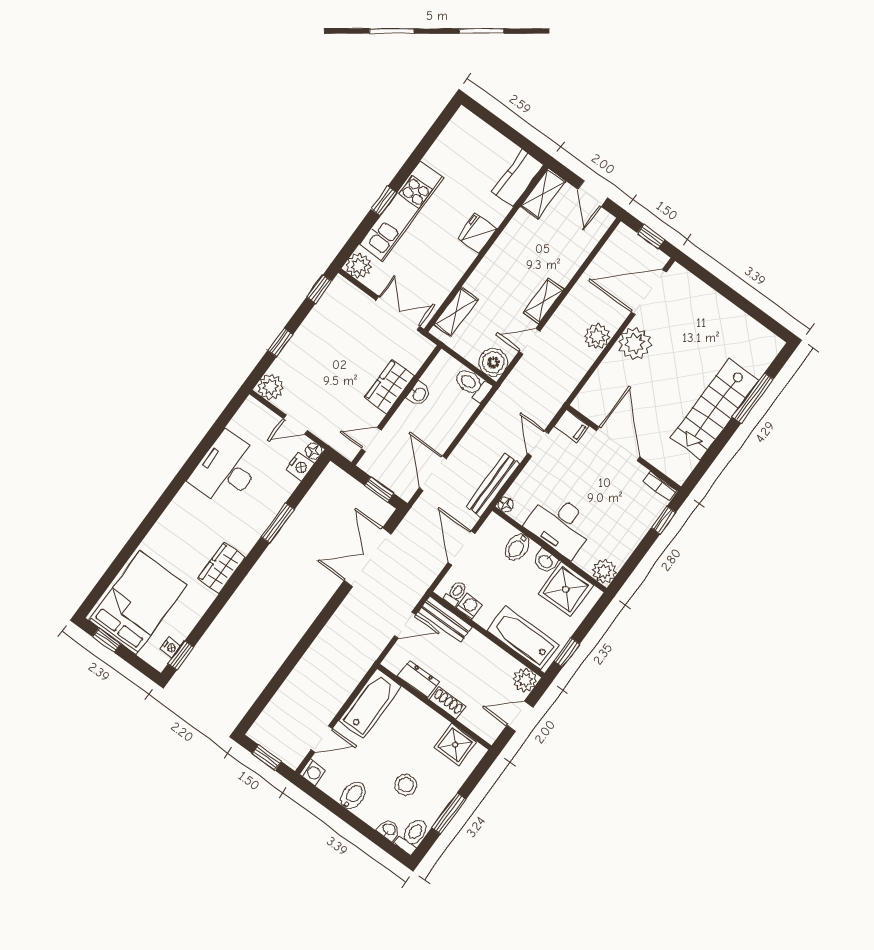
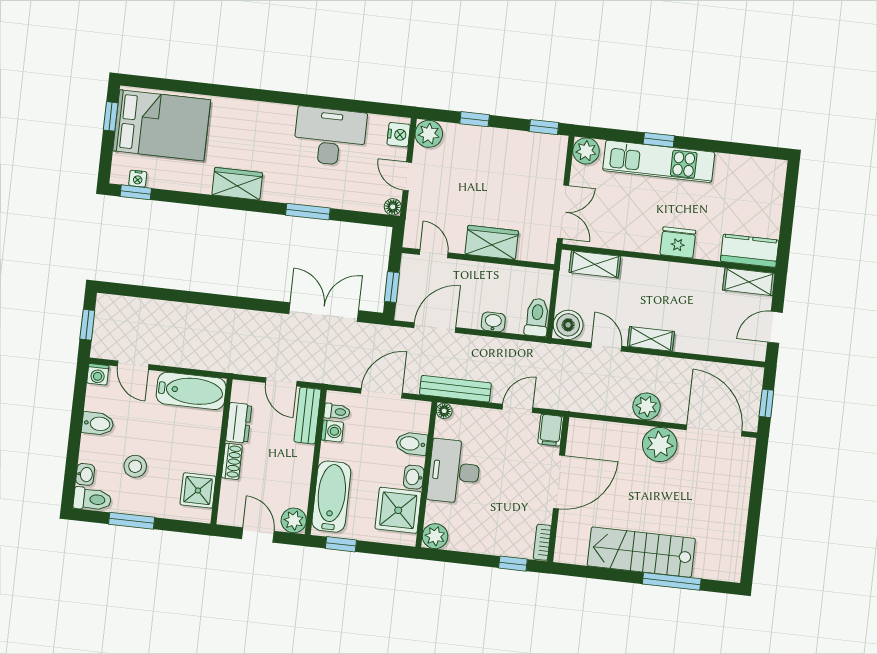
washbasin: (419, 394) -> (493, 322), moved, turned 180
nightstand: (300, 466) -> (399, 135), moved, turned -90

